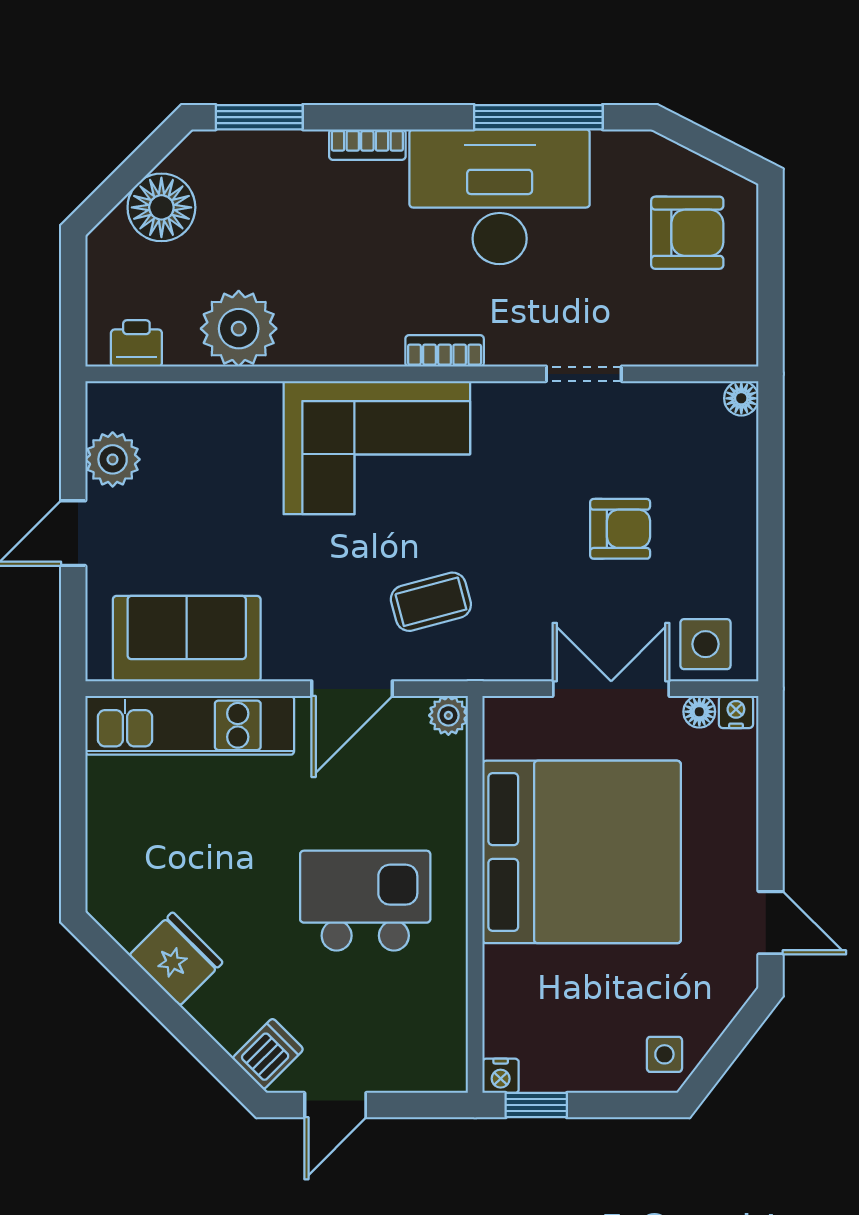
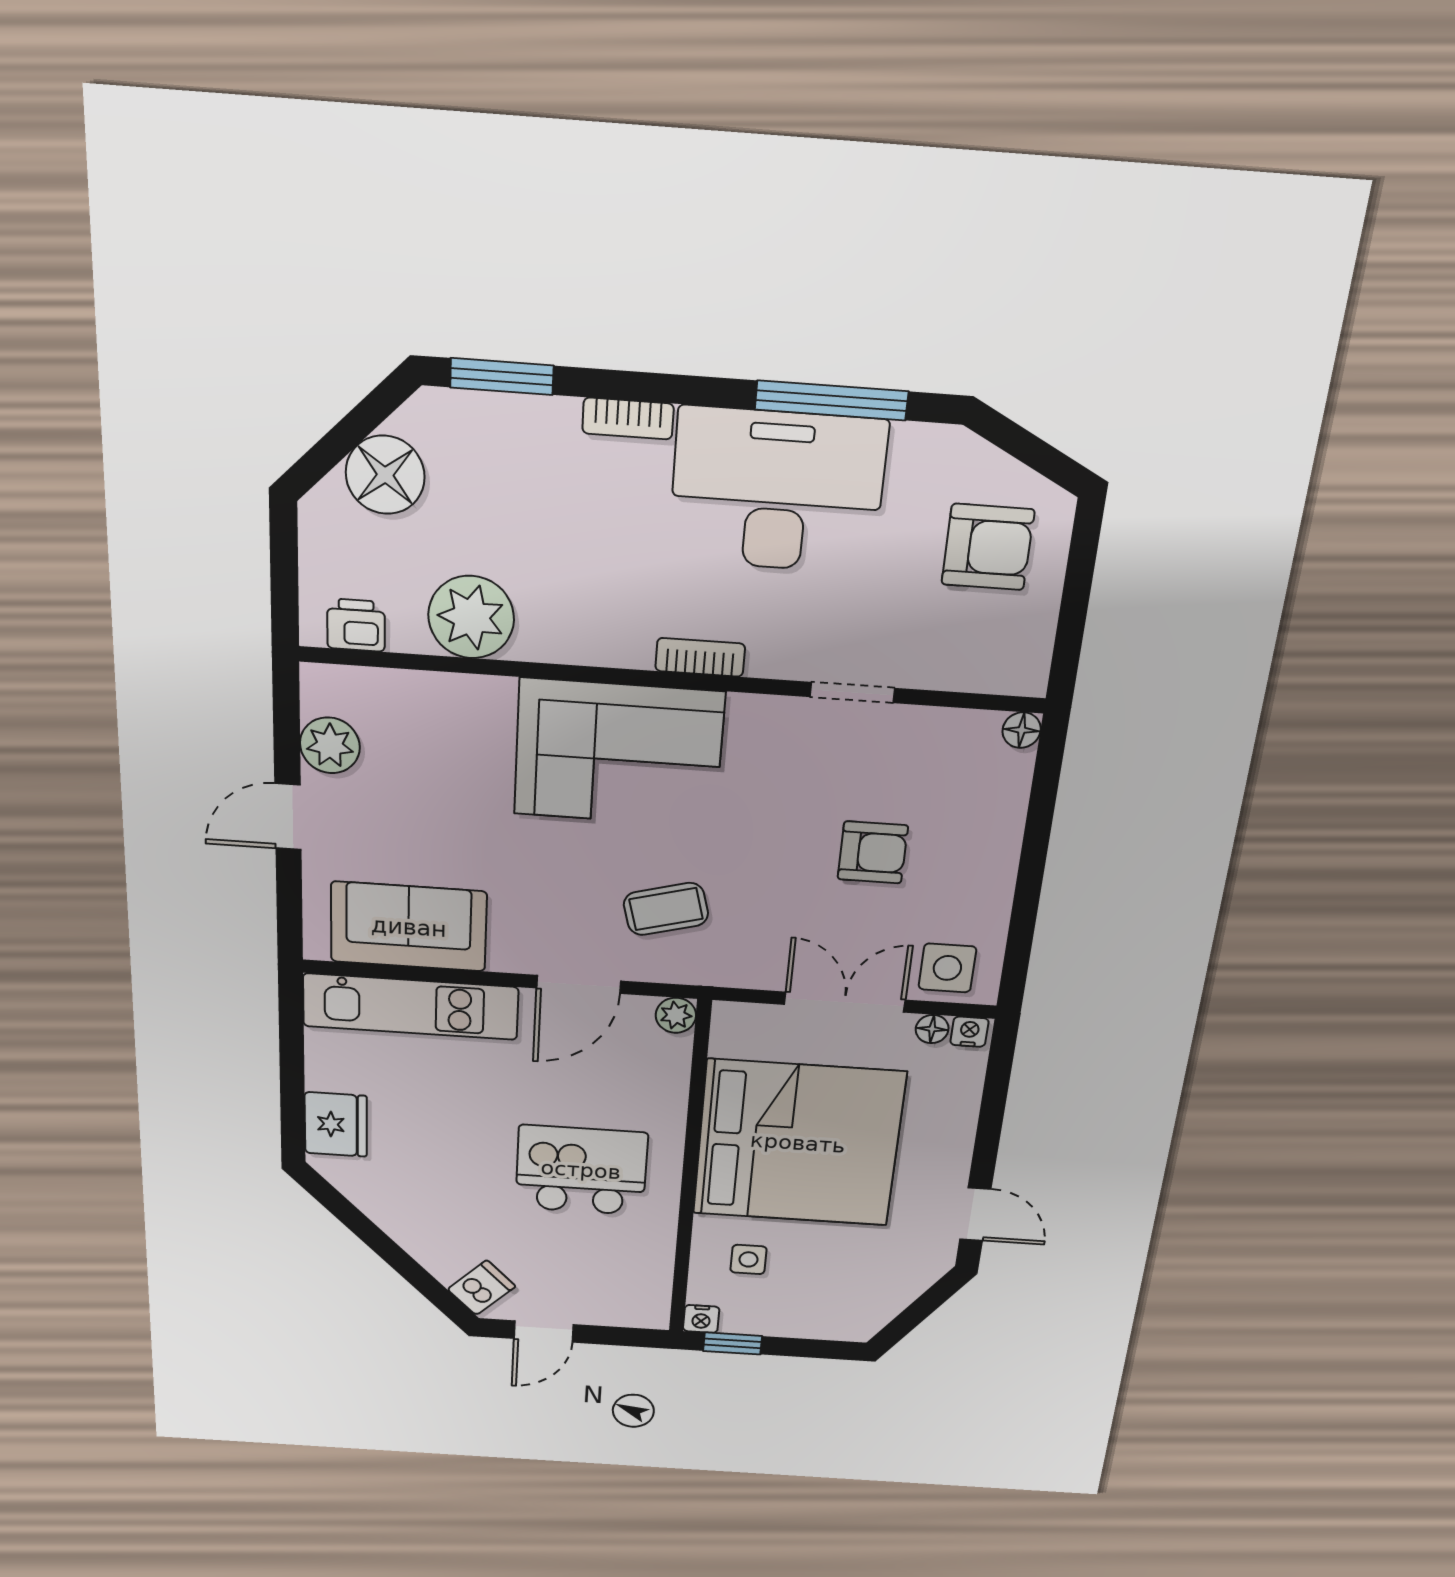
fridge: (176, 959) -> (336, 1124), moved, turned 45
side table: (664, 1054) -> (748, 1259), moved

